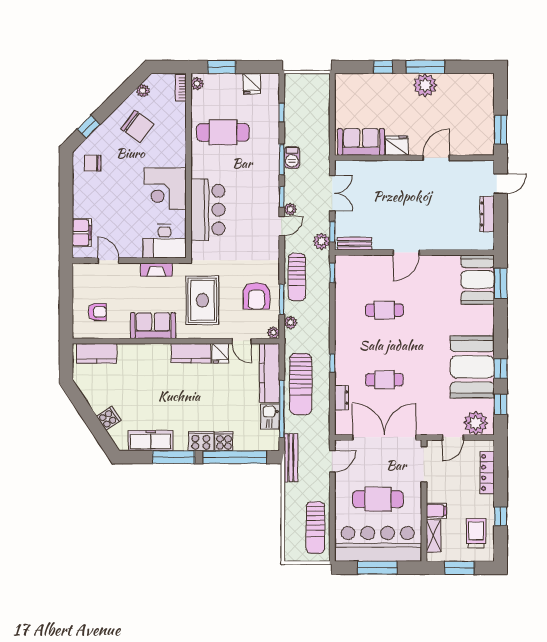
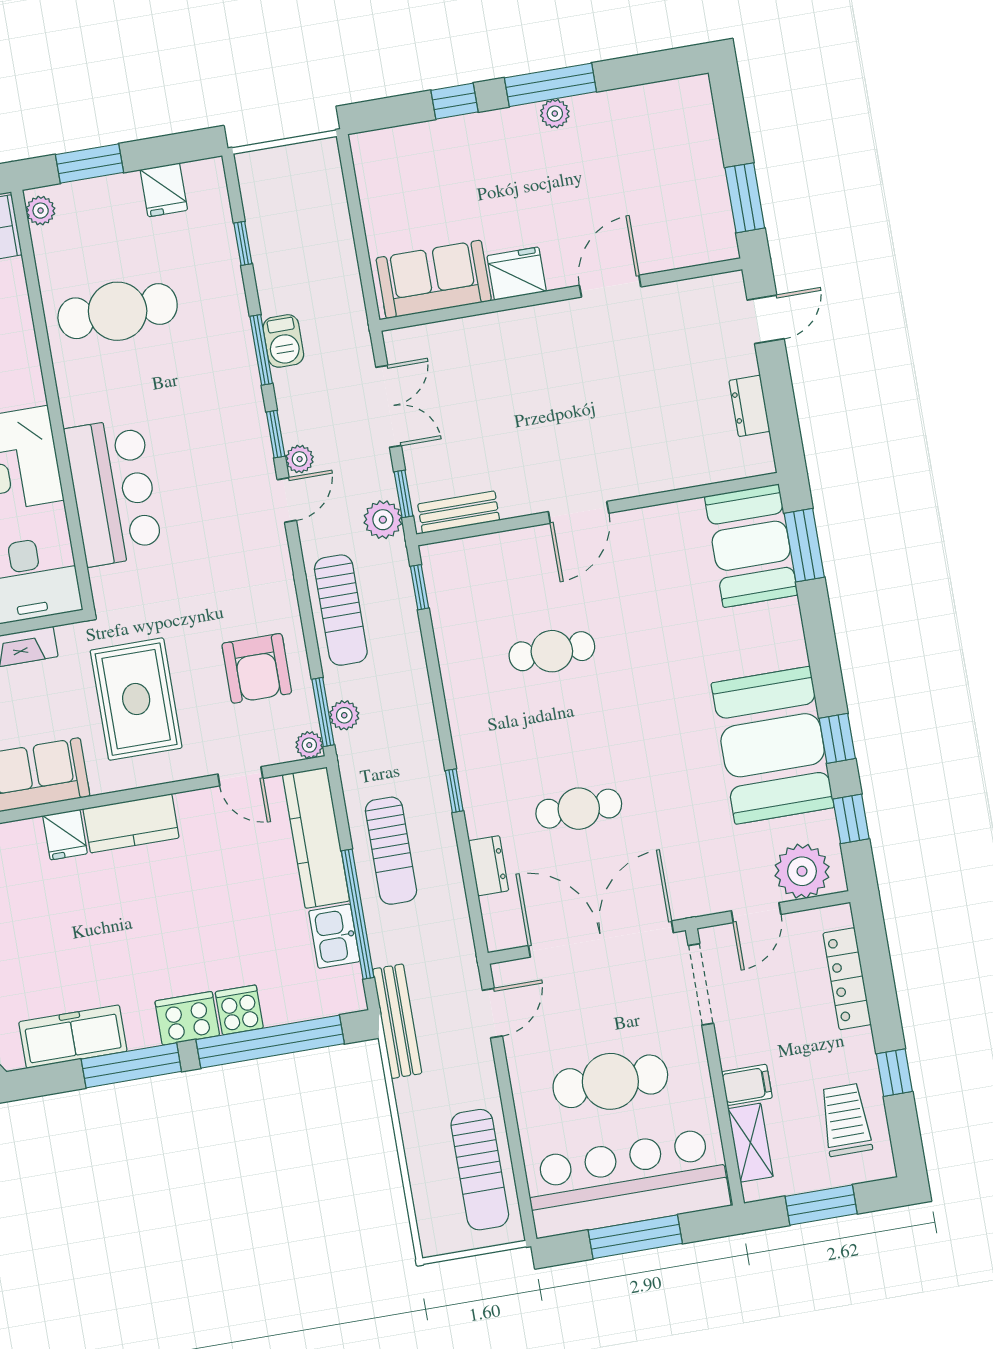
plant: (425, 85) -> (555, 114), width x0.53, depth x0.53
dresser: (487, 214) -> (749, 406), width x0.70
window: (282, 299) -> (323, 712), moved
fridge: (220, 353) -> (65, 835), moved
sun lounger: (301, 384) -> (391, 851), width x0.73, depth x0.75

